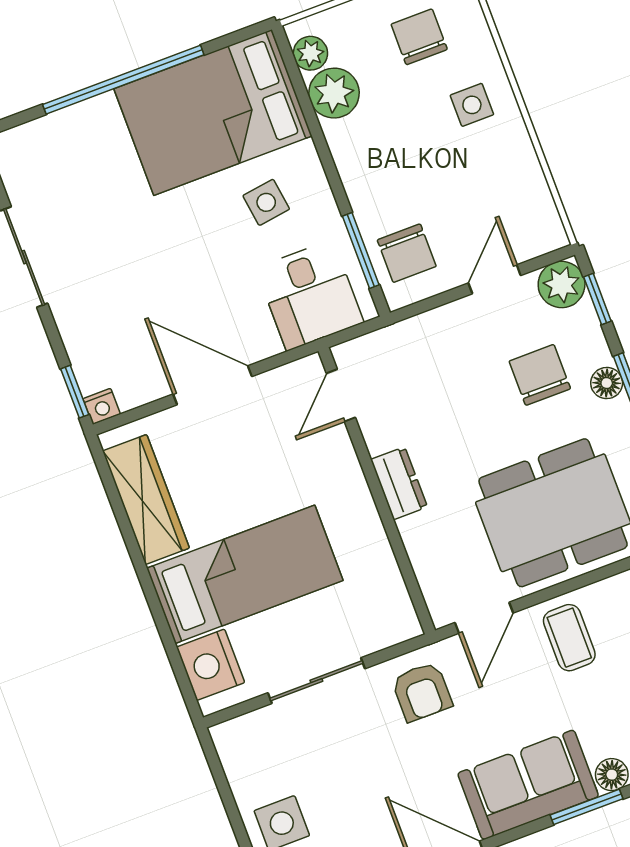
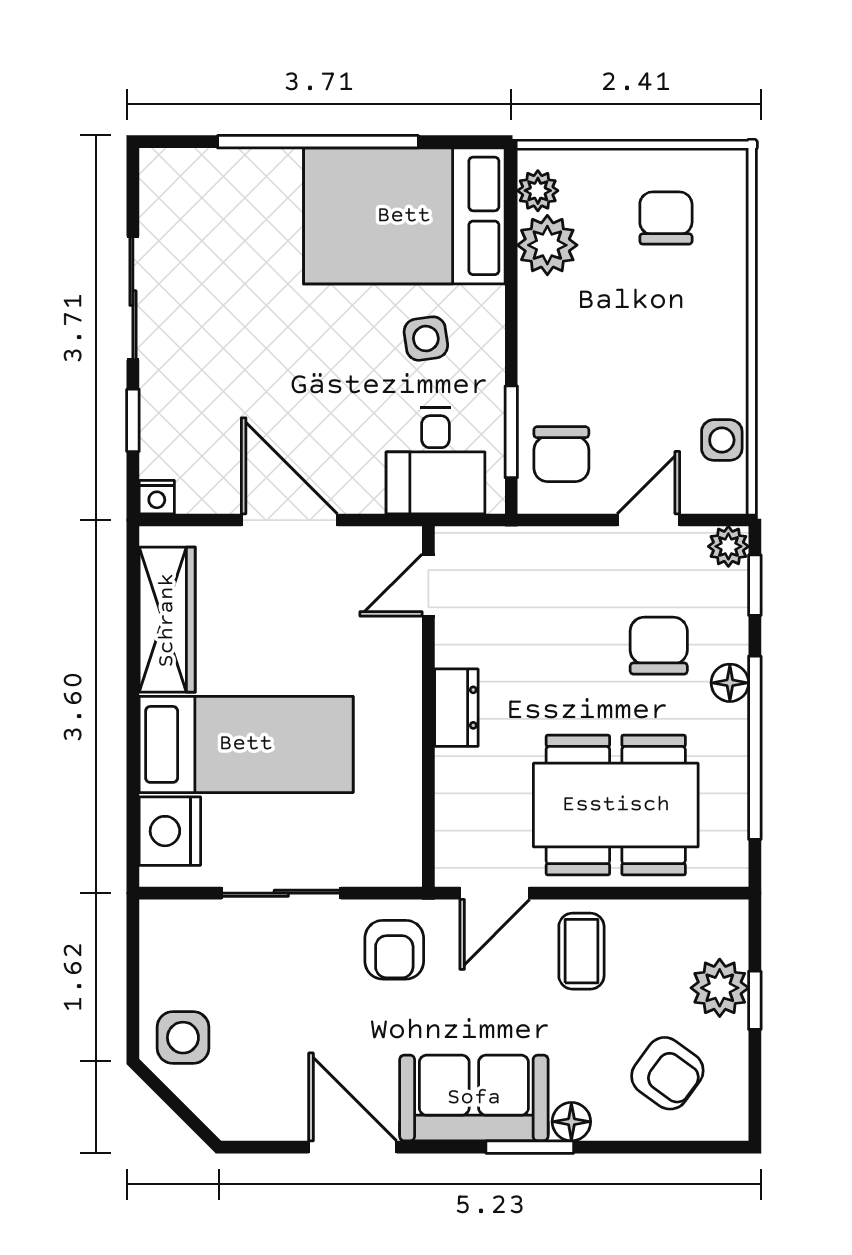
side table: (472, 105) -> (722, 440), moved
plant: (562, 285) -> (728, 546), width x0.73, depth x0.73
window: (75, 392) -> (133, 420), moved

